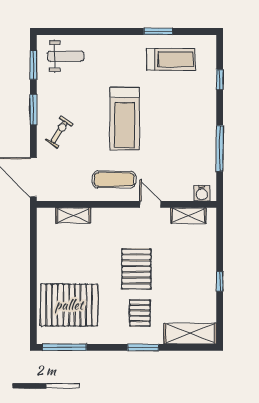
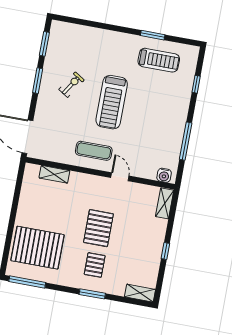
weight bench: (66, 56) -> (72, 42), removed
exercise bike: (59, 132) -> (71, 85), moved
shelving: (188, 216) -> (165, 203), moved, turned 90
shelving: (190, 334) -> (140, 293), width x0.67, depth x0.75

